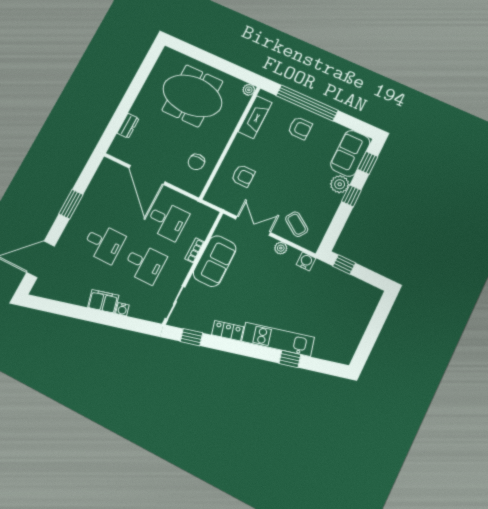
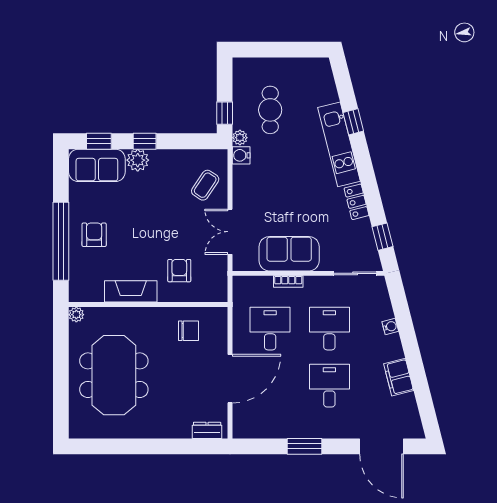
fireplace: (255, 117) -> (131, 291), moved
dresser: (128, 126) -> (207, 430), moved
plant: (281, 248) -> (240, 138), moved
cafe table: (330, 300) -> (270, 110), added
filing cabinet: (103, 301) -> (399, 377), moved

